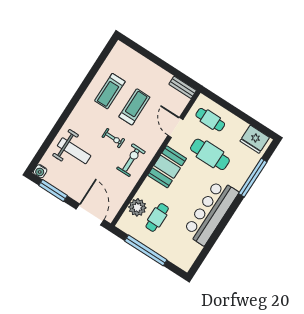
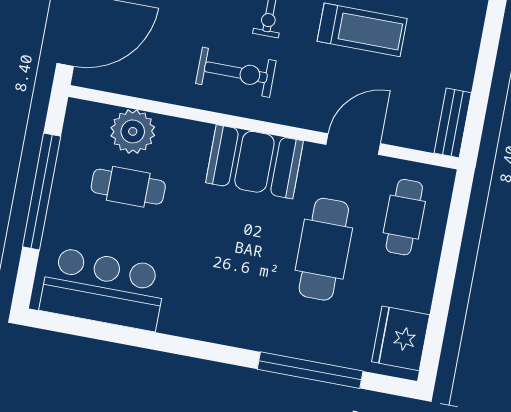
bar counter: (211, 212) -> (103, 289), moved, width x0.73

